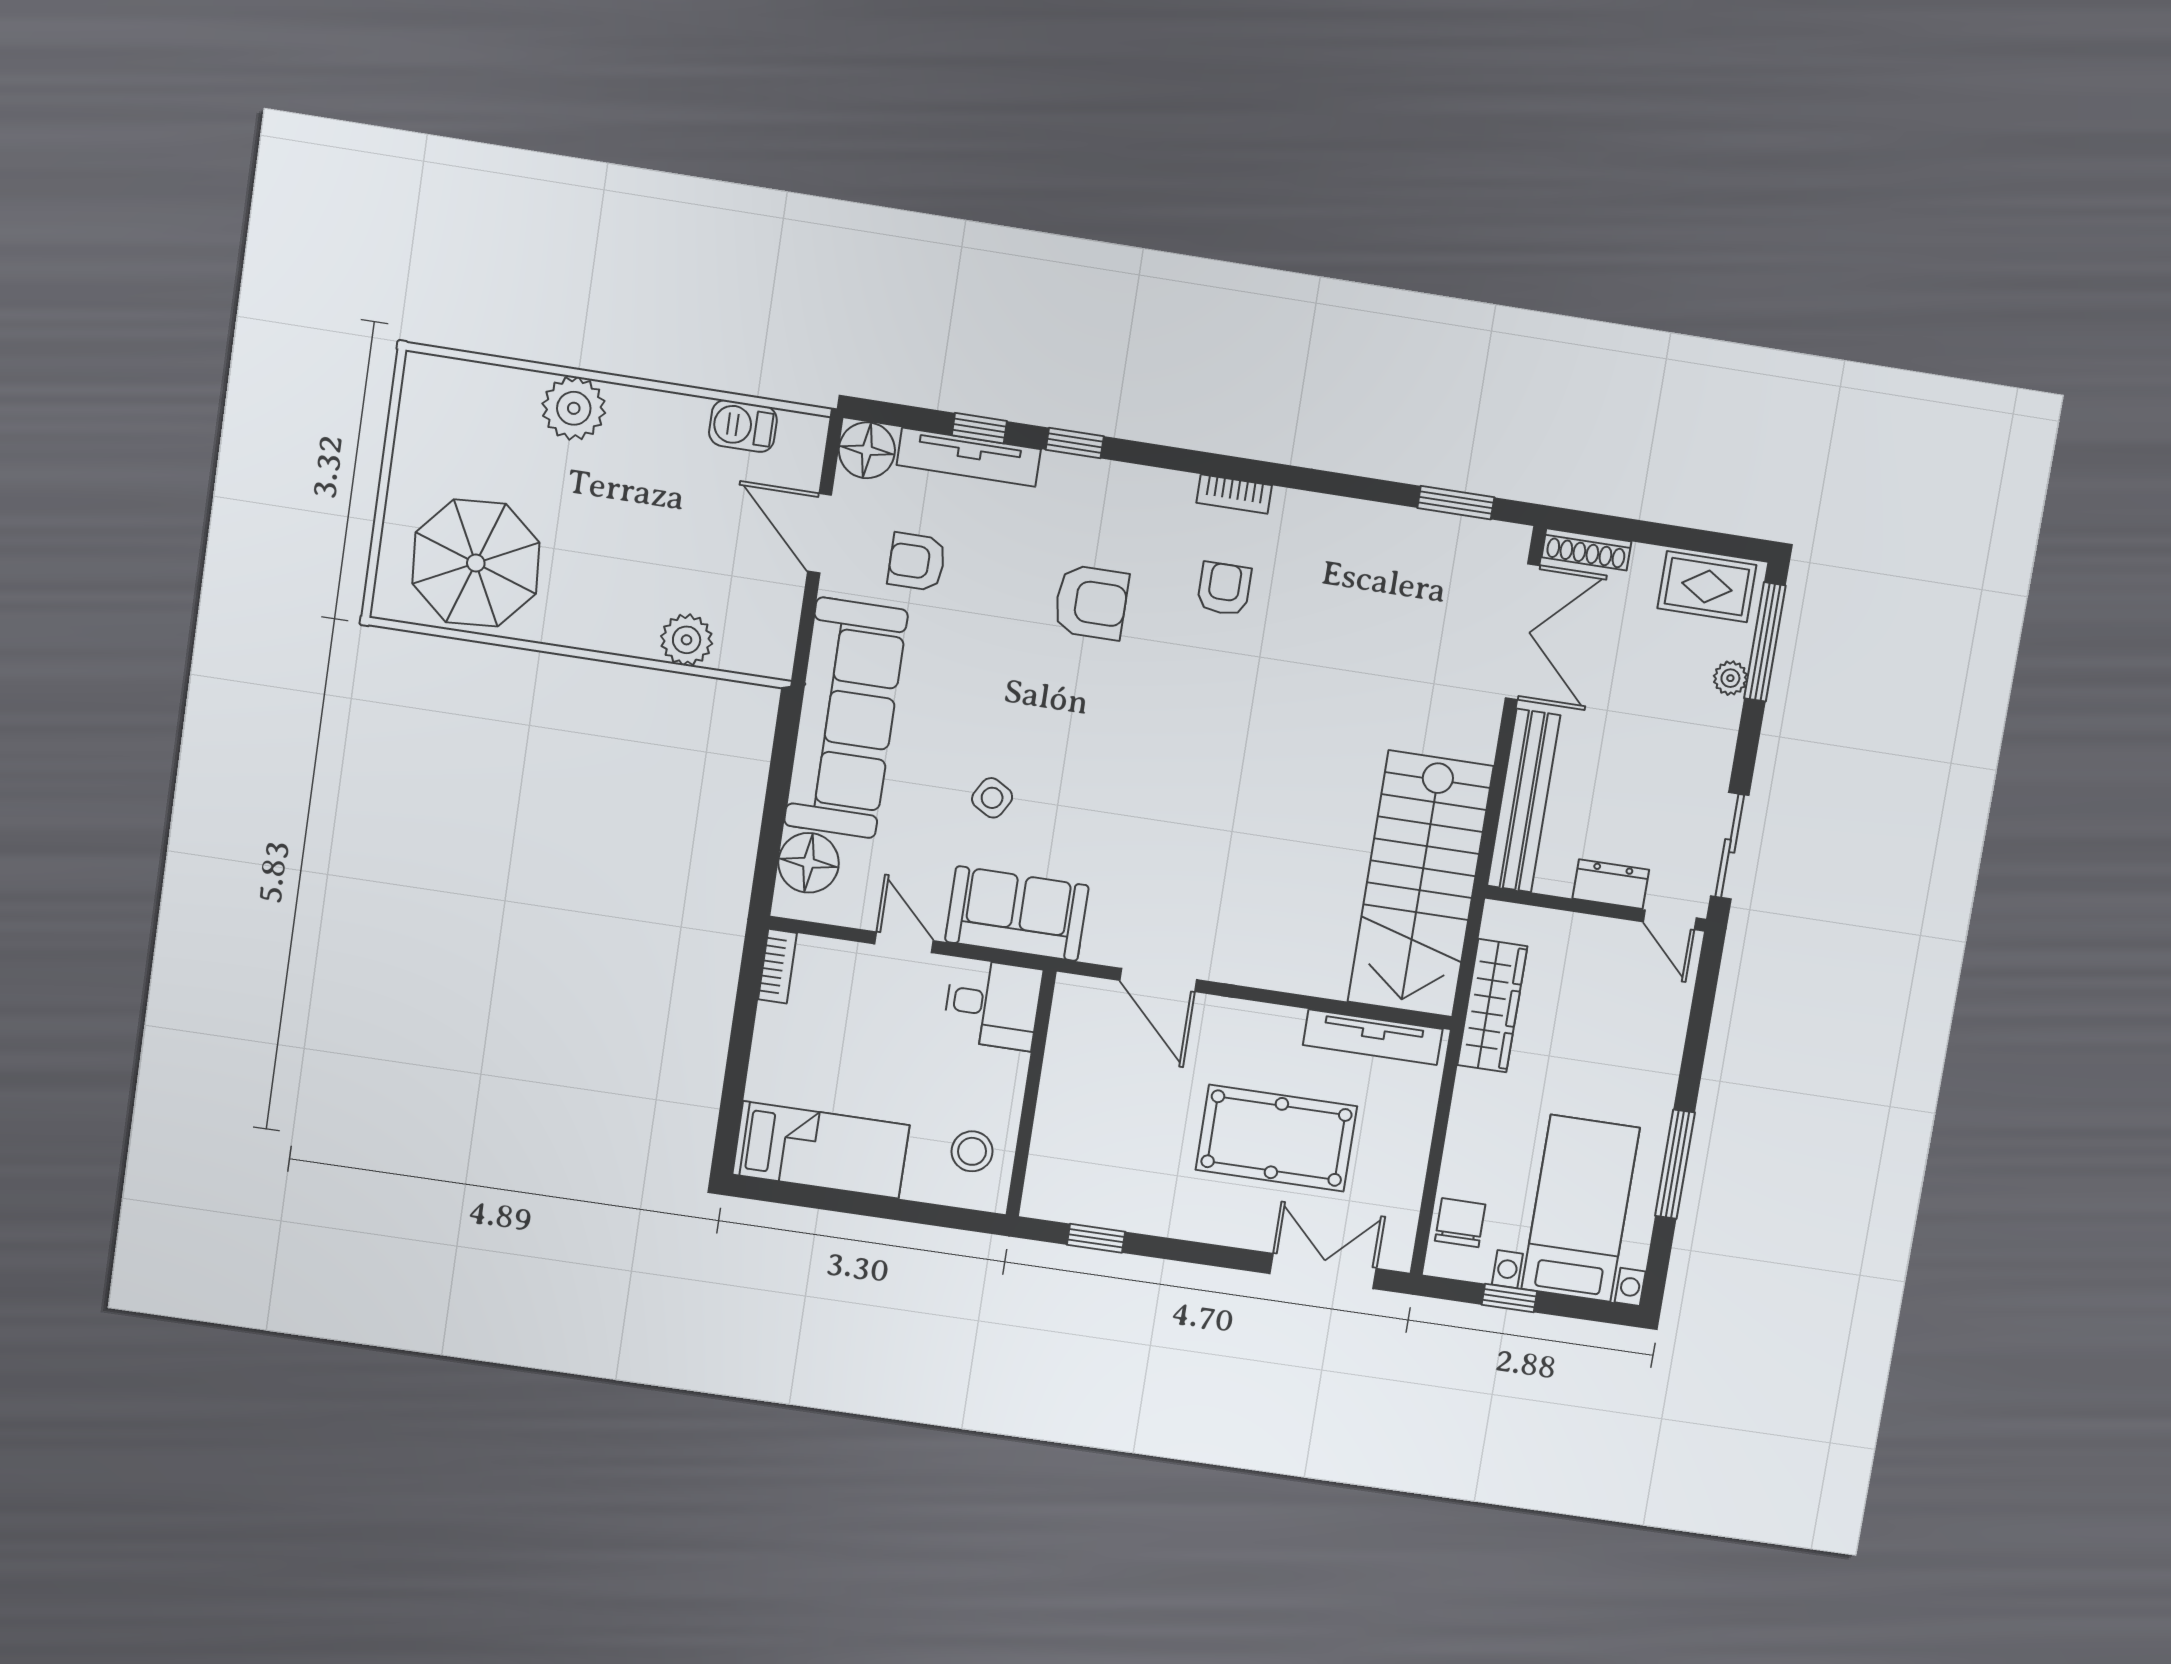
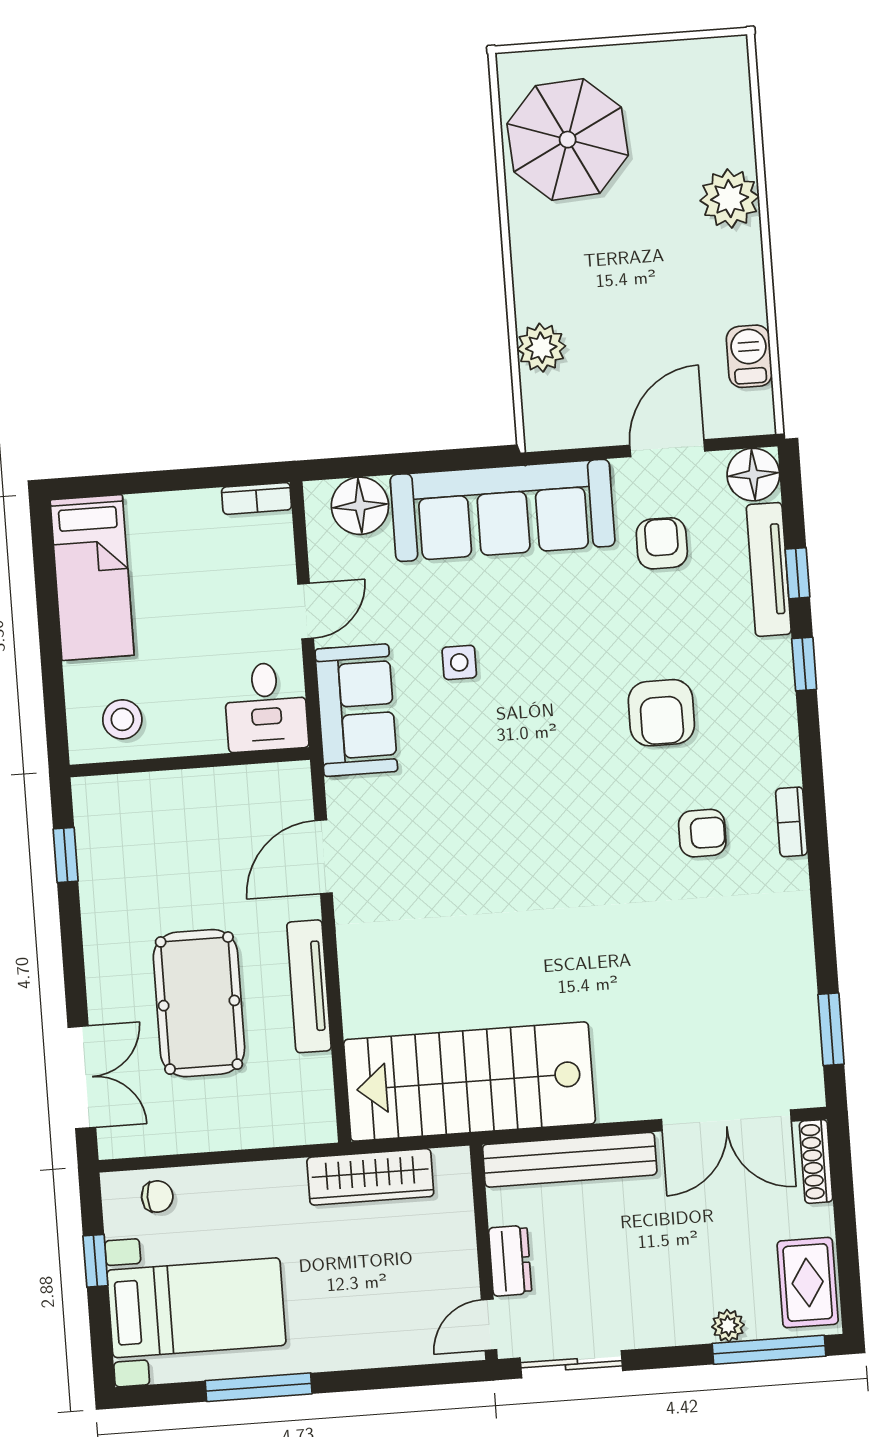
side table: (992, 798) -> (459, 662), turned -30
tv unit: (1373, 1037) -> (309, 986), moved
chair: (1460, 1223) -> (157, 1196), width x0.73, depth x0.73

